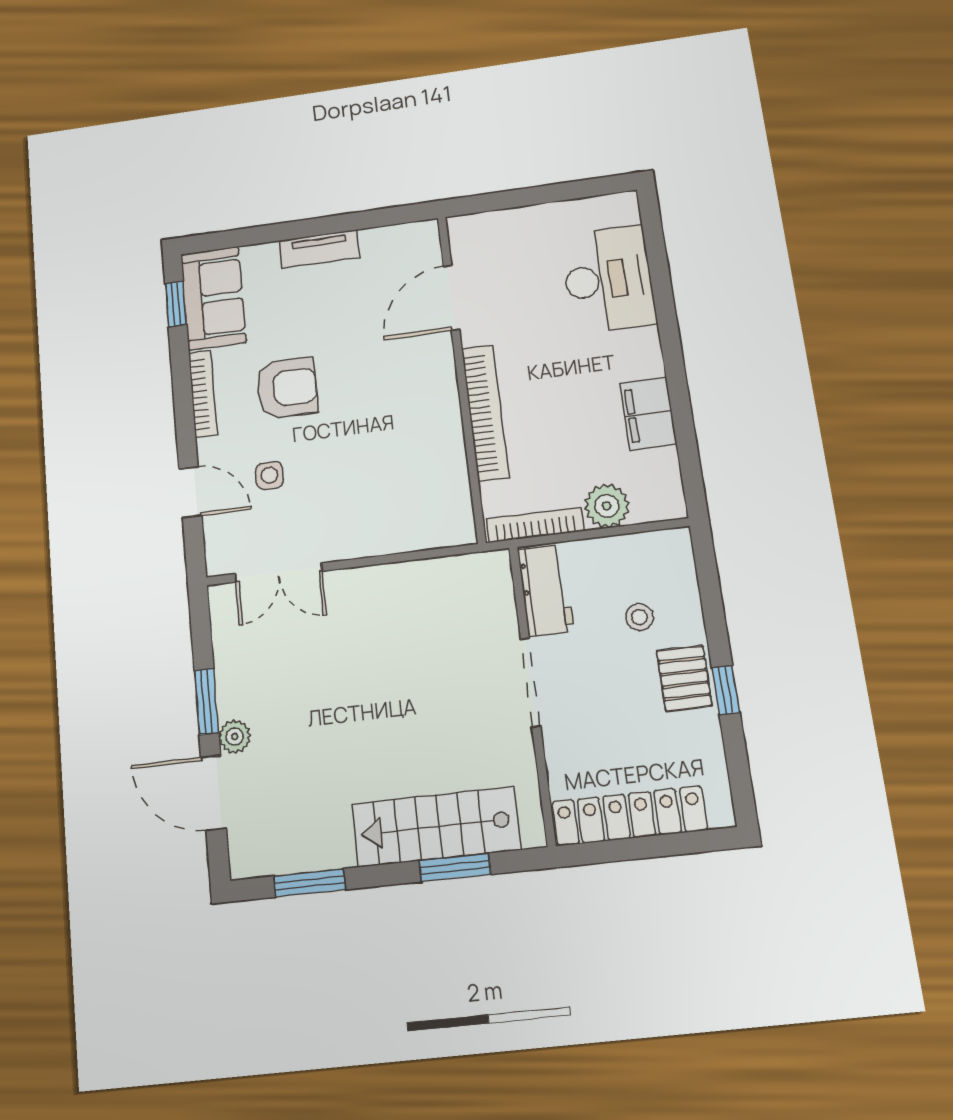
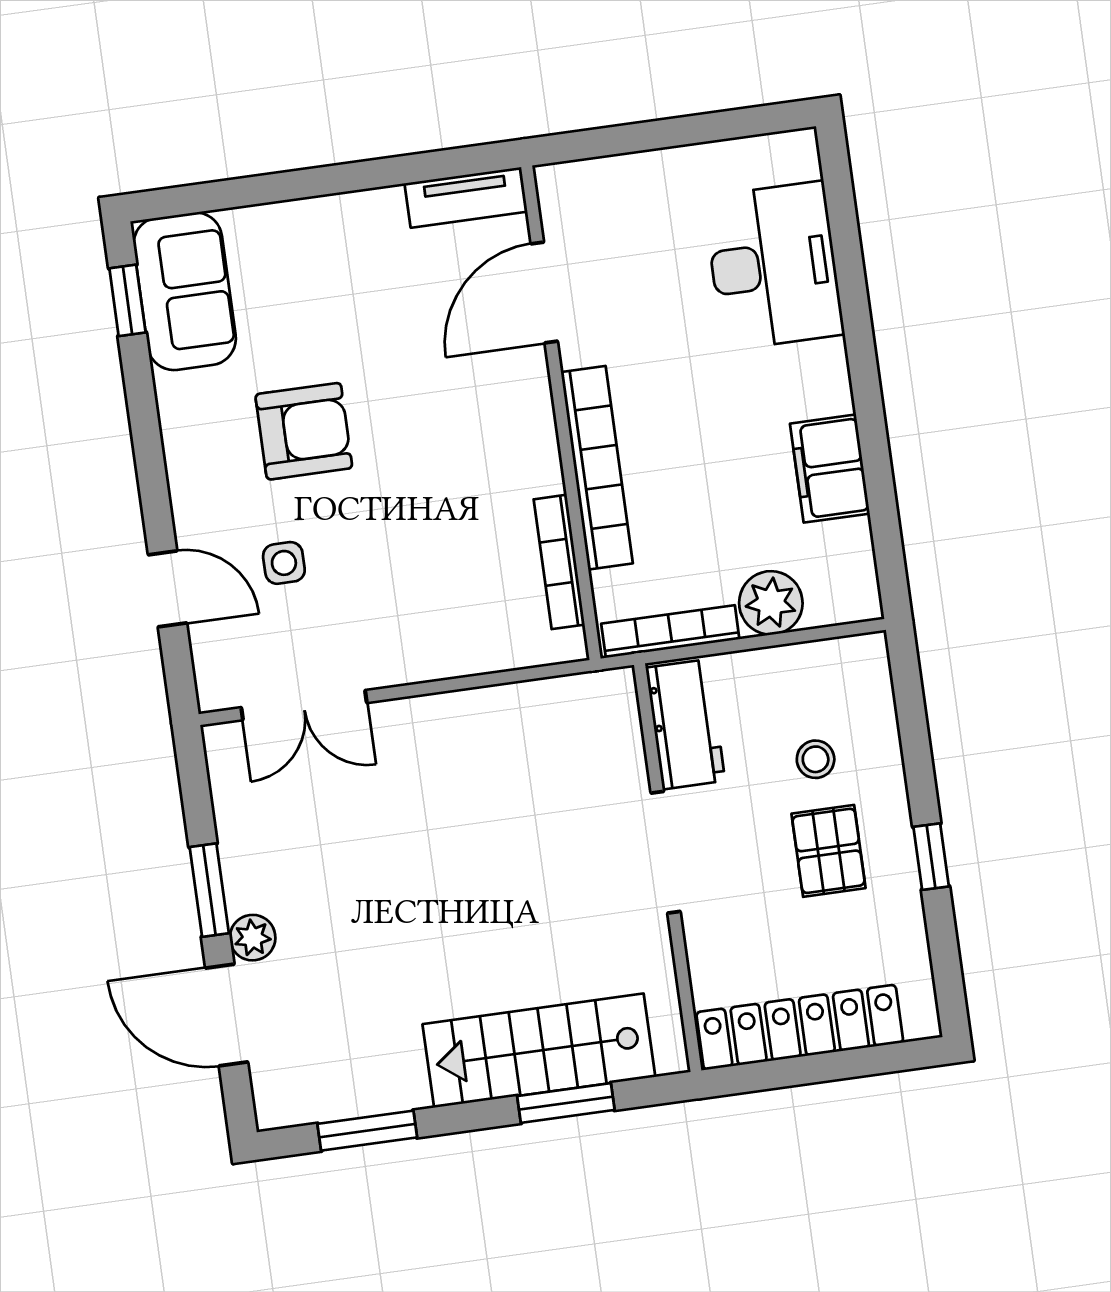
tv unit: (319, 249) -> (466, 197), moved
bookcase: (203, 394) -> (559, 562), moved, turned 180
pallet: (684, 678) -> (829, 851), moved

